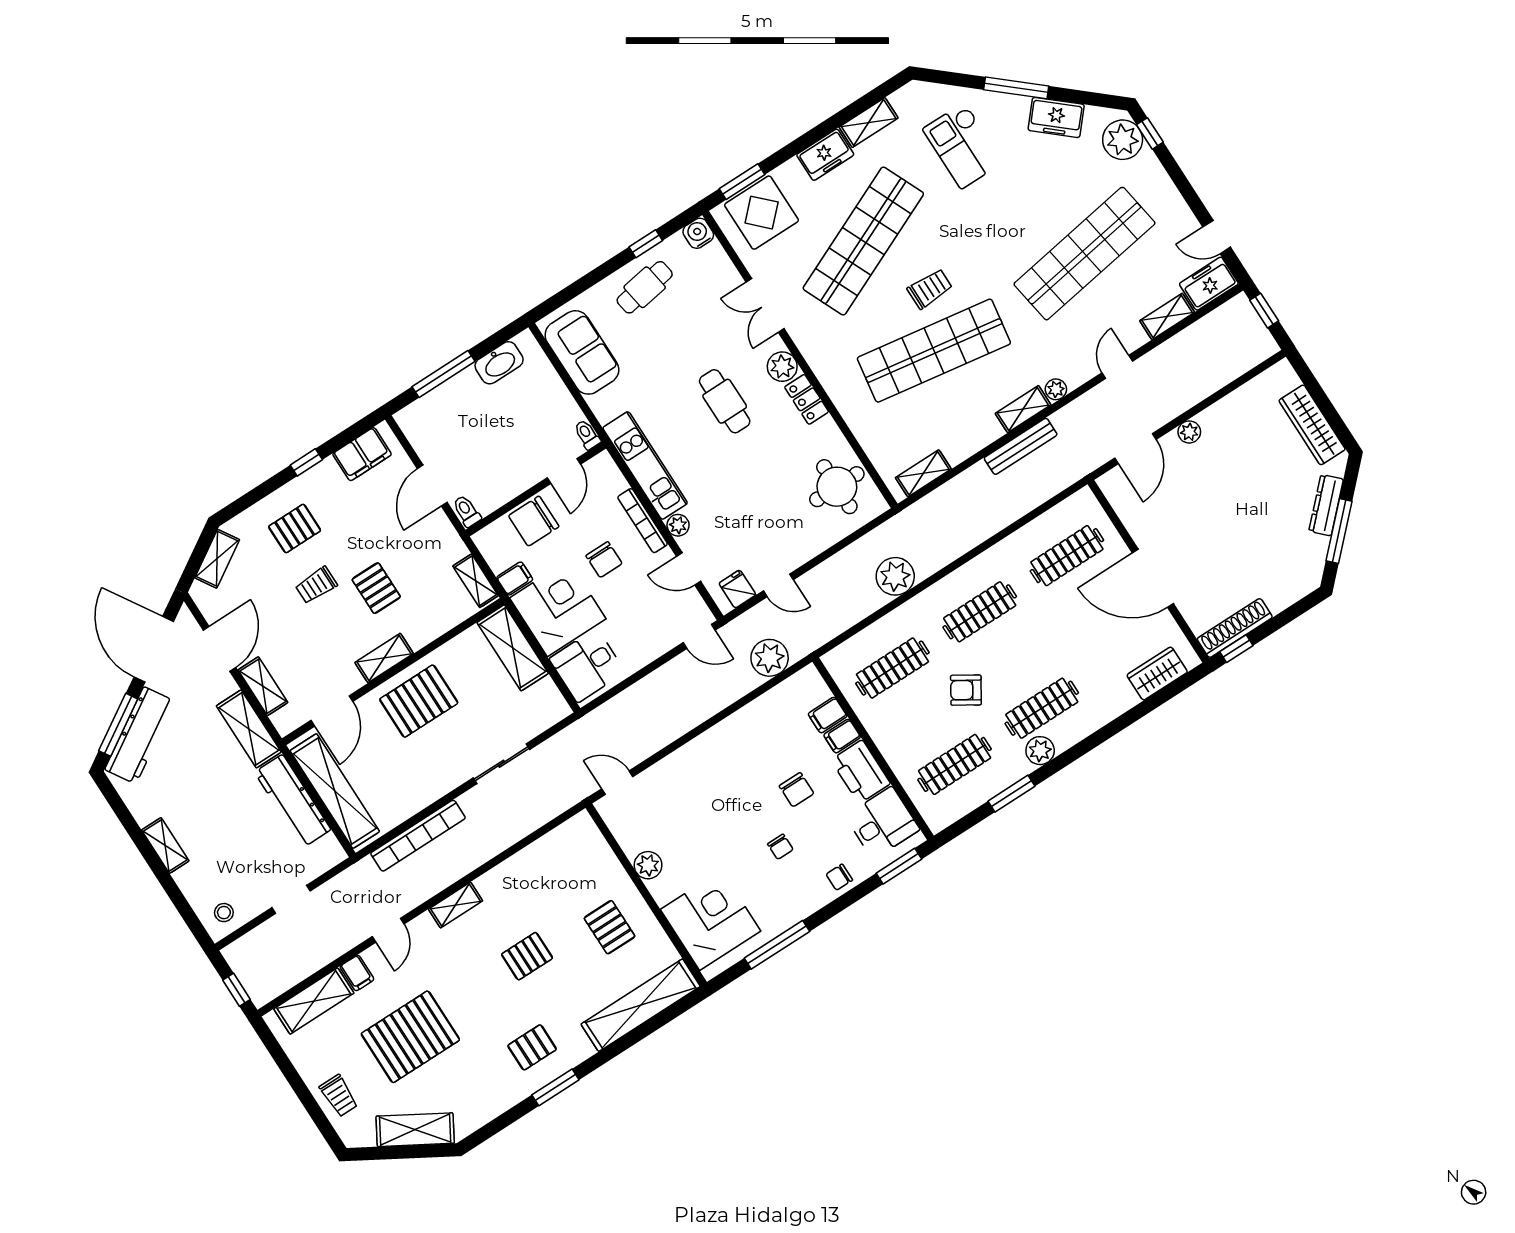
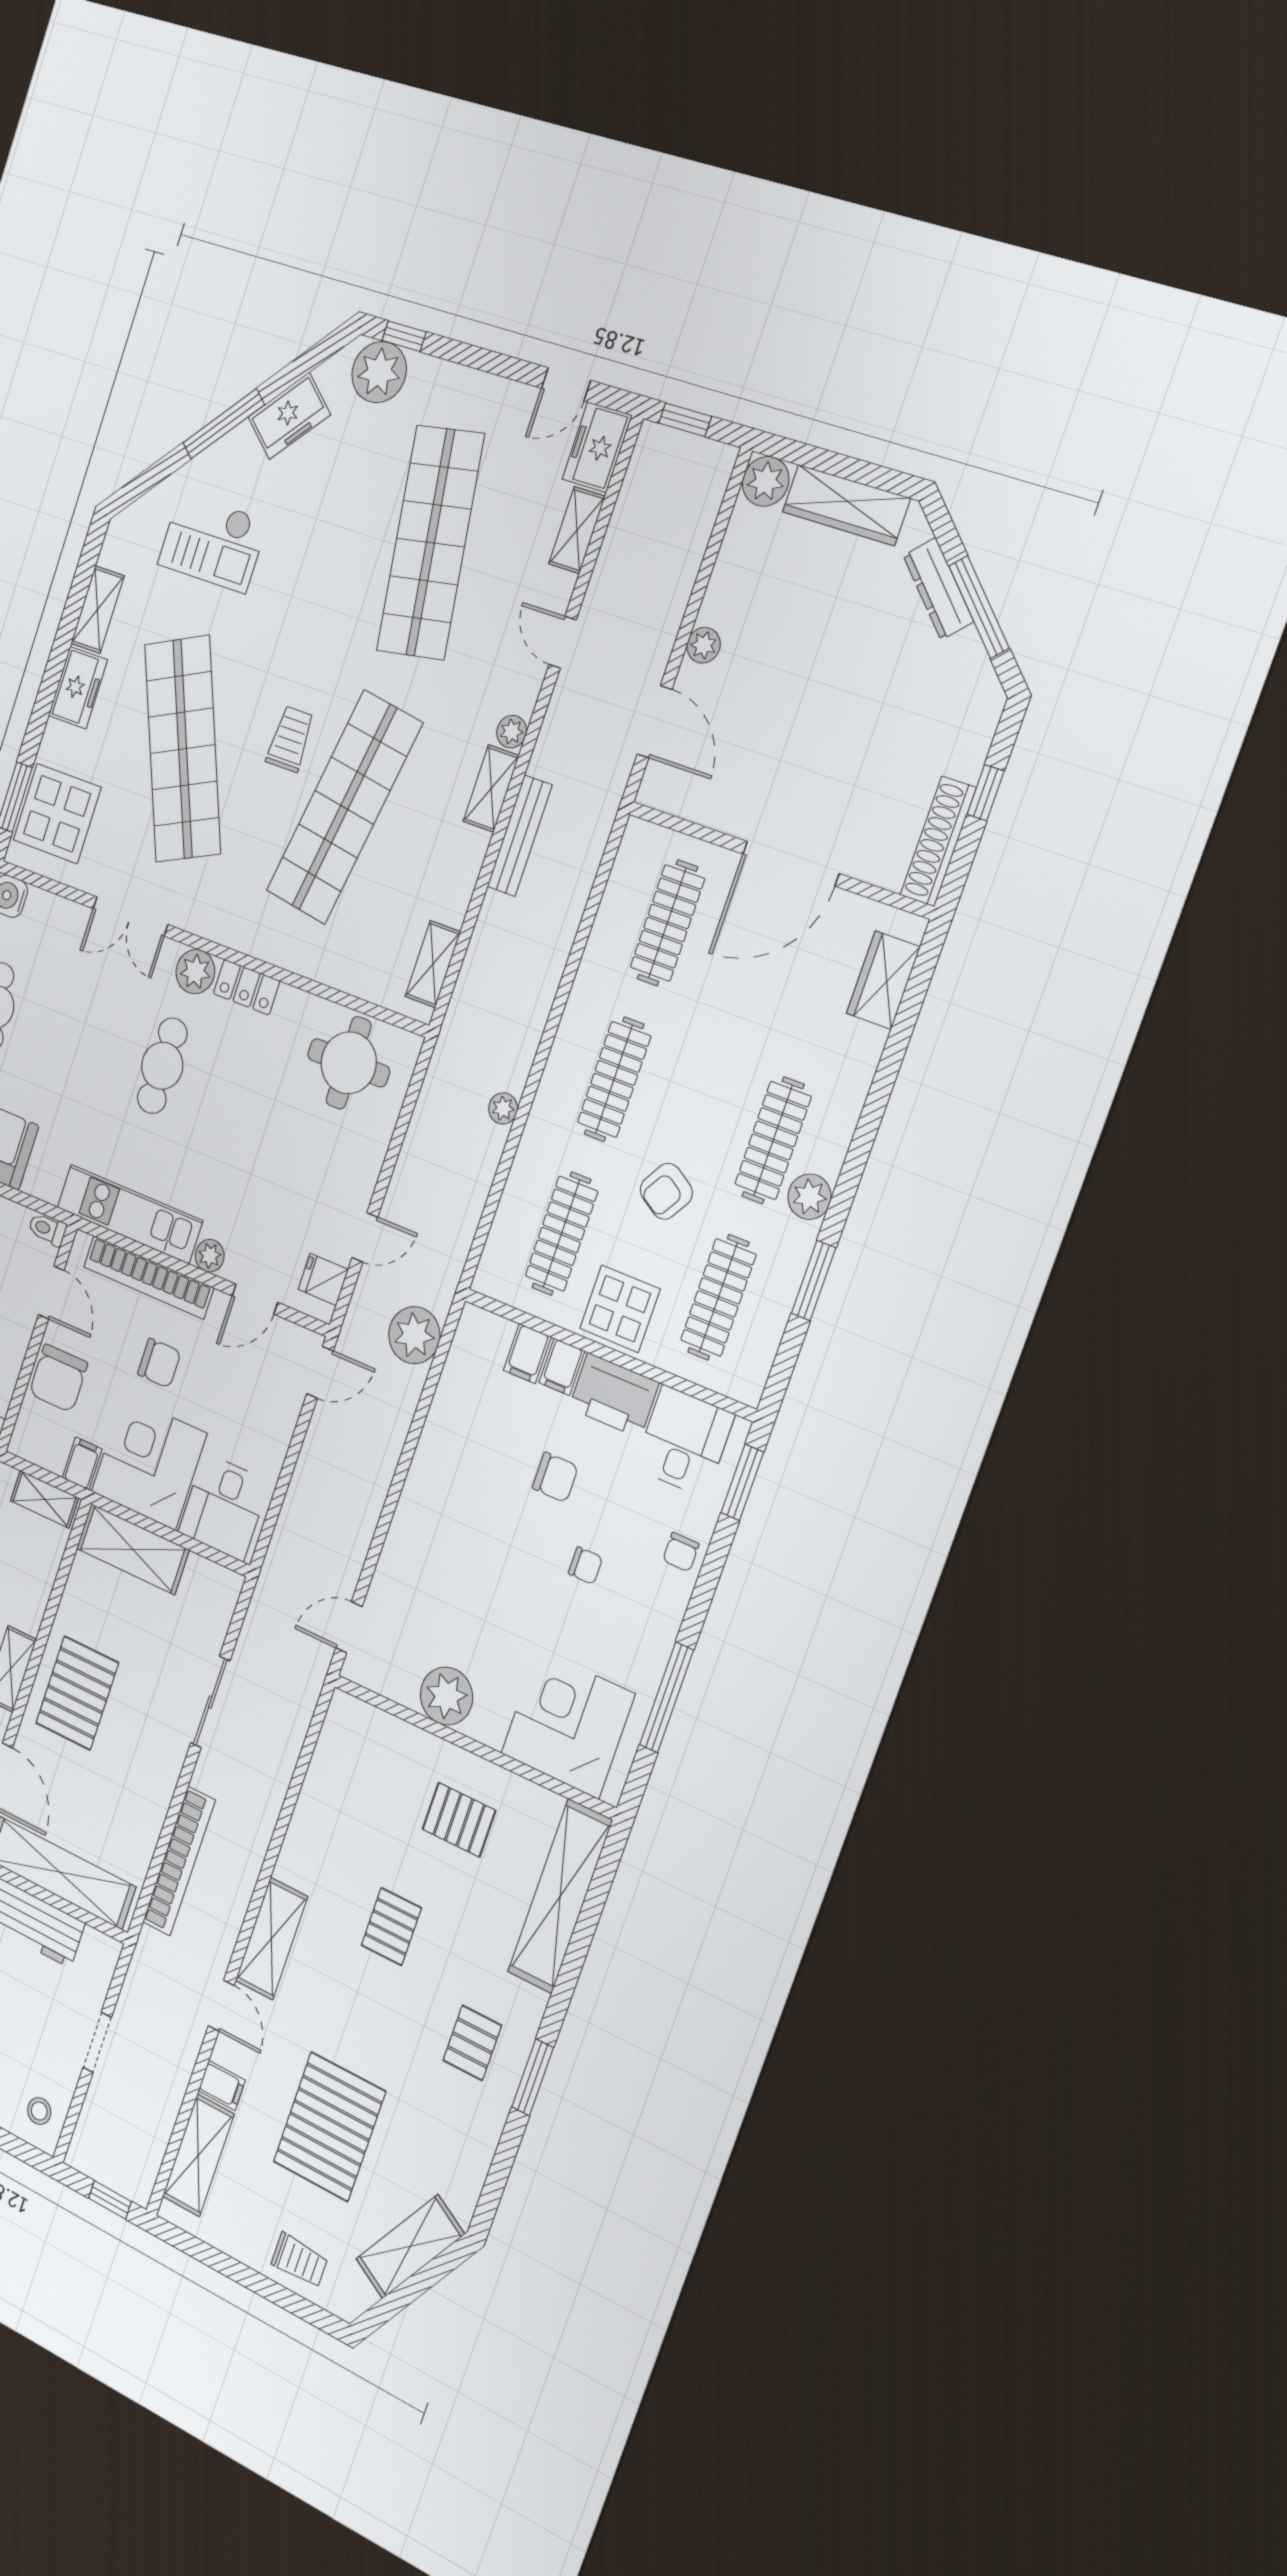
plant: (1281, 378) -> (766, 481), added
cafe table: (725, 401) -> (162, 1066), turned 90
bookcase: (643, 521) -> (148, 1277), width x1.48, depth x1.31
plant: (895, 576) -> (503, 1108), width x0.53, depth x0.53
window: (1236, 649) -> (986, 793), moved
display table: (897, 730) -> (620, 1309), added
plant: (648, 865) -> (446, 1696), width x1.36, depth x1.36
shelving: (455, 905) -> (271, 1939), width x1.50, depth x1.33

